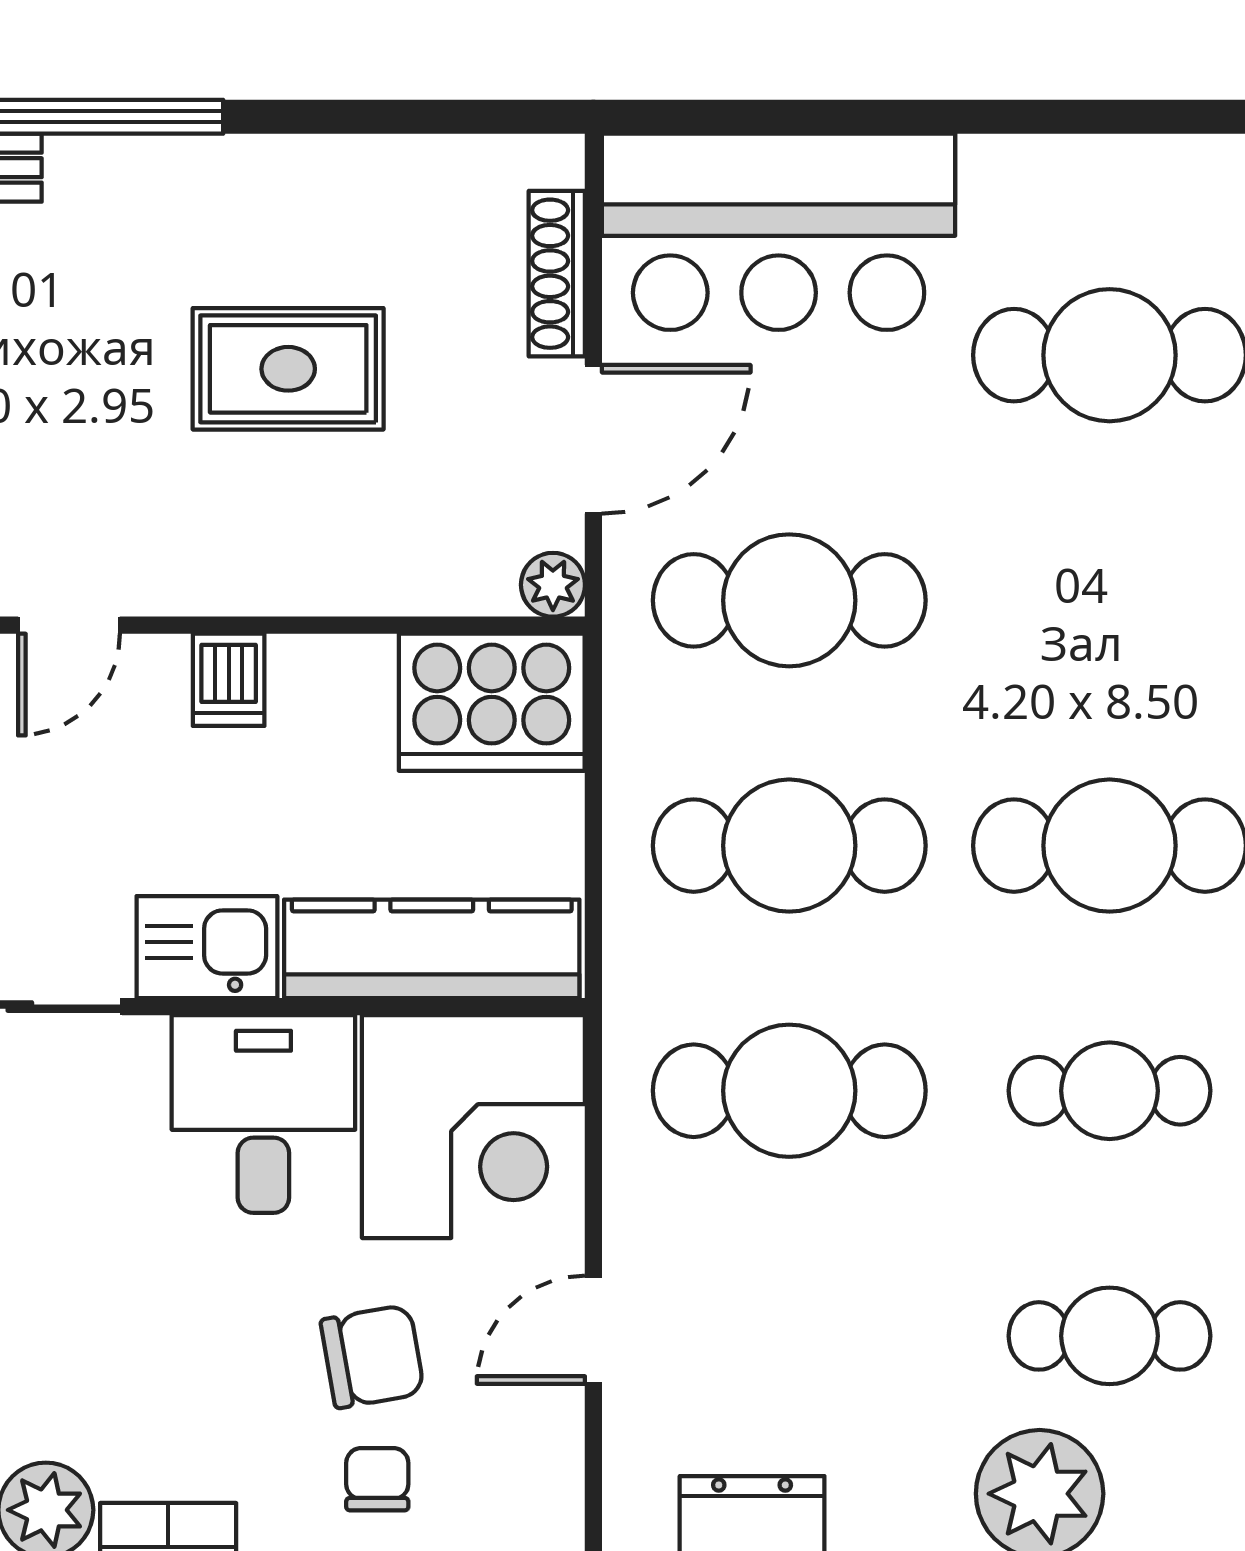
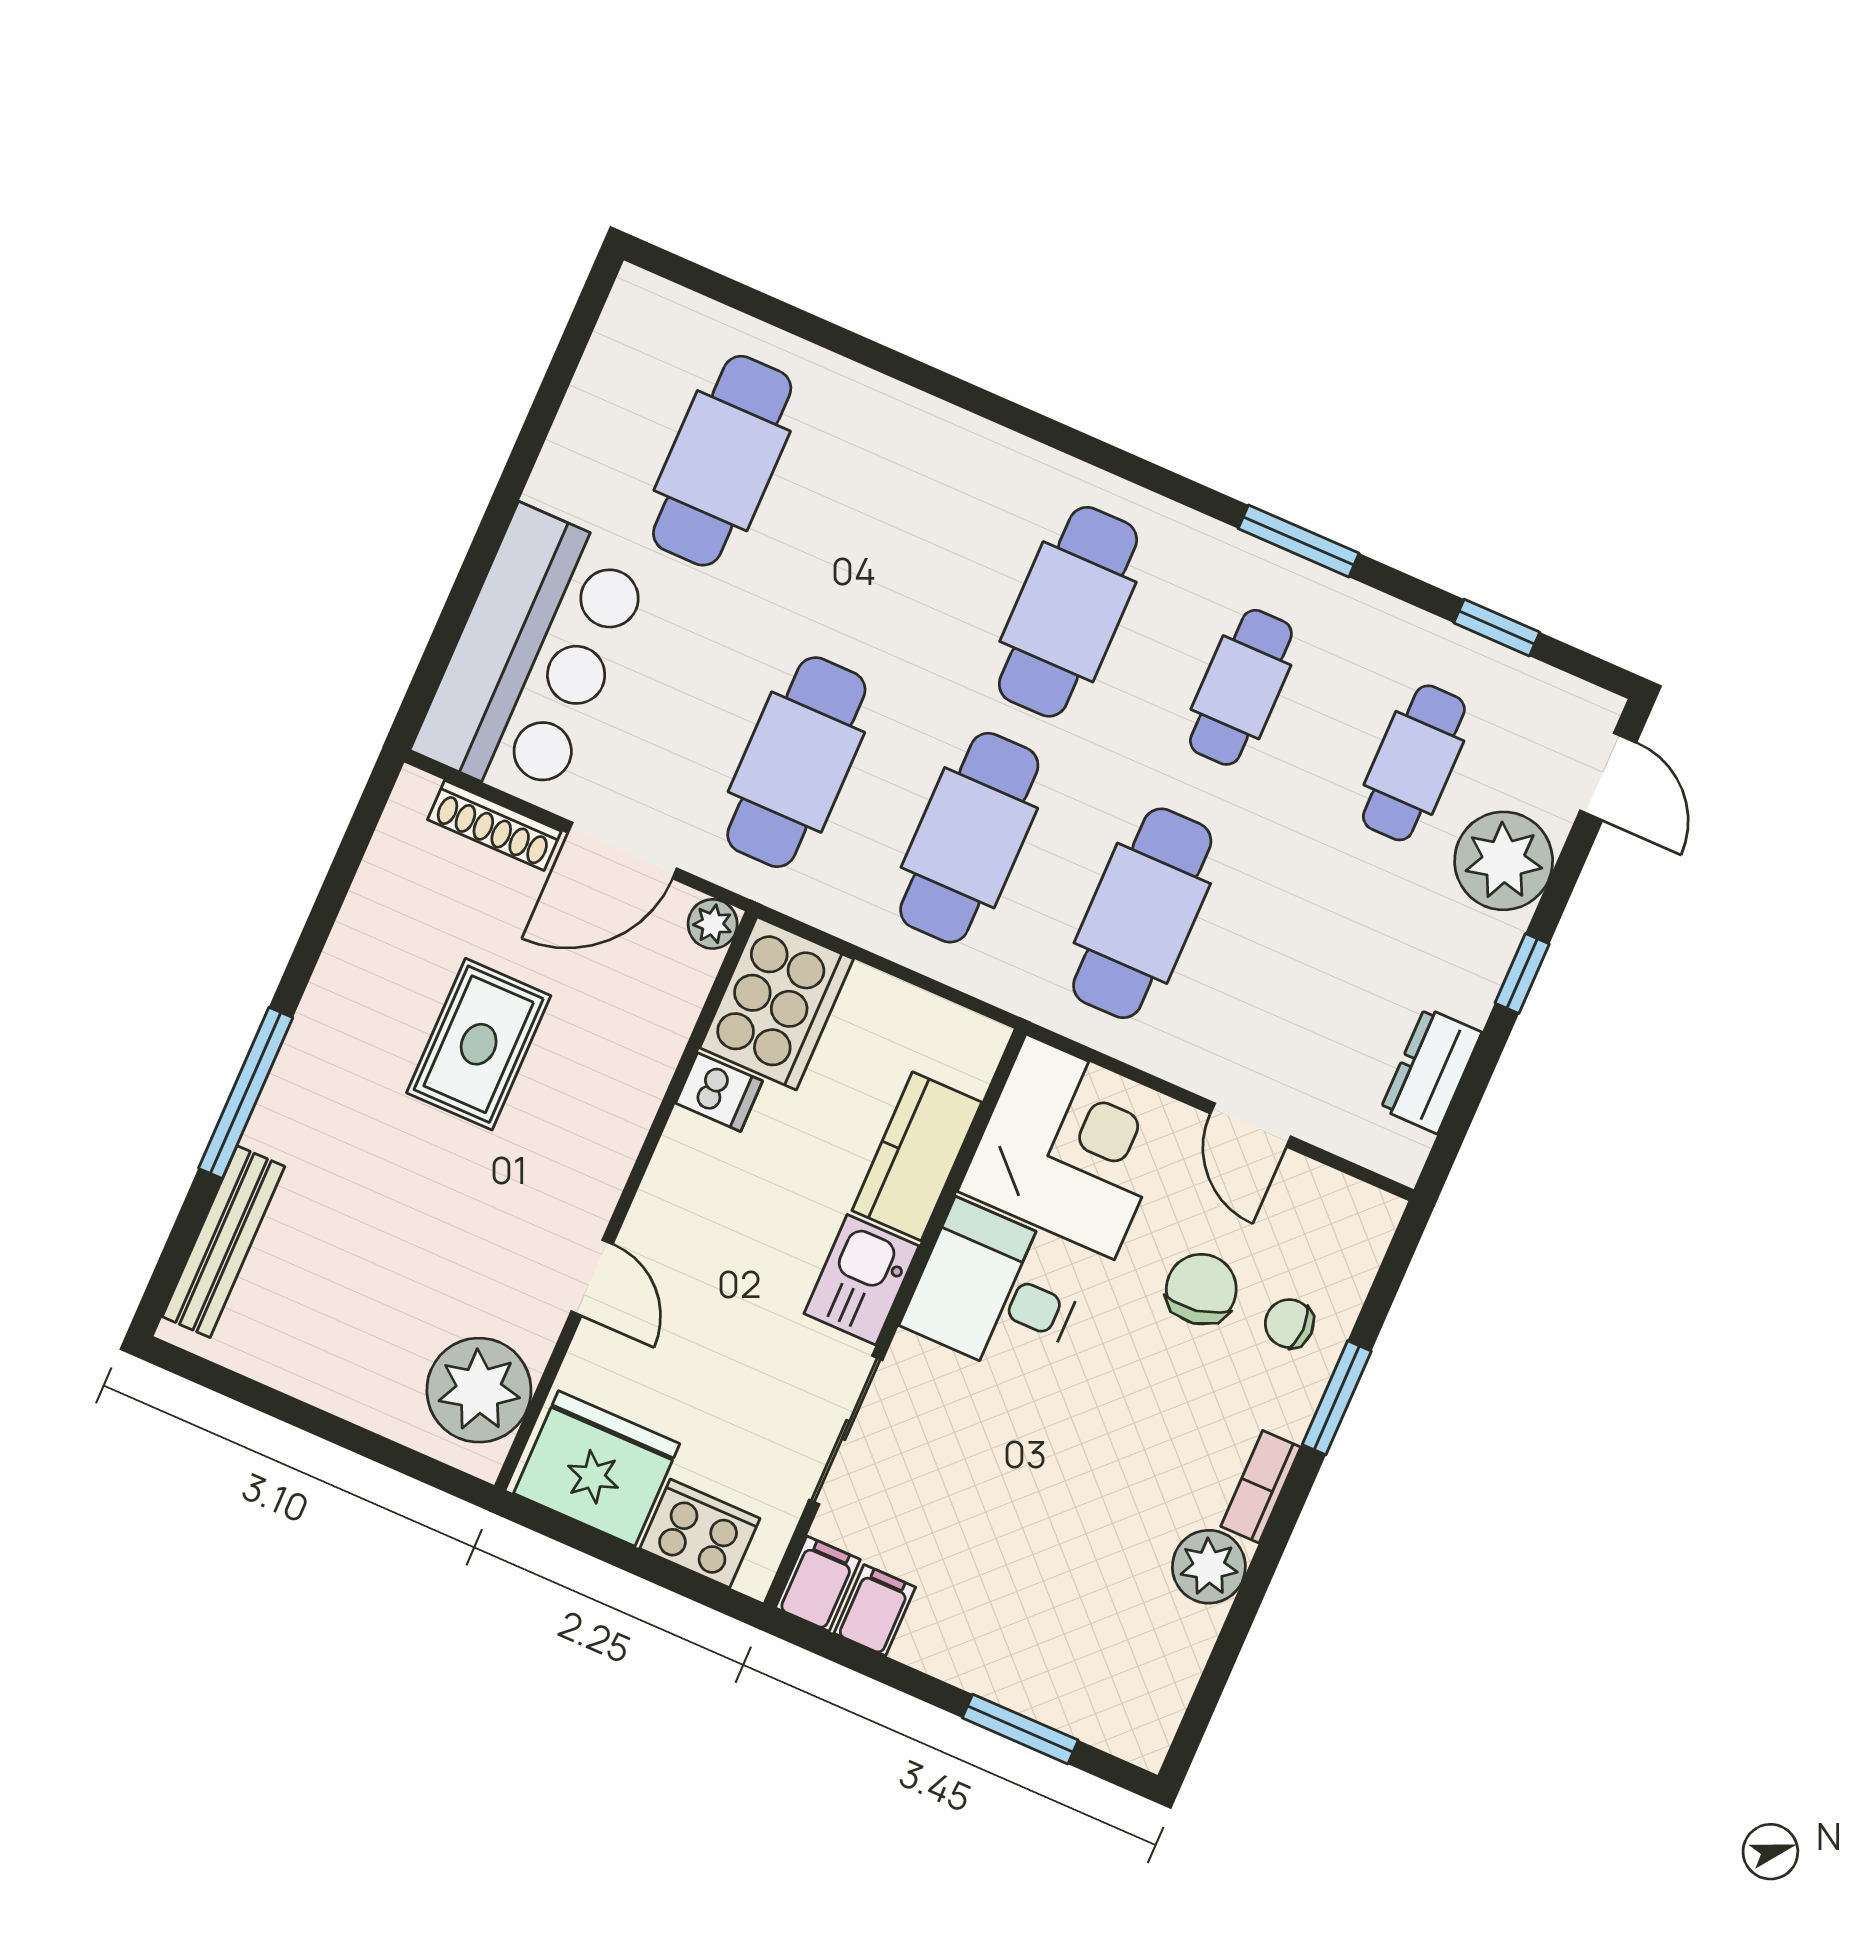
door: (593, 439) -> (622, 851), swing flipped
dishwasher: (229, 680) -> (719, 1092), moved
kitchen counter: (432, 949) -> (917, 1156), width x0.67

